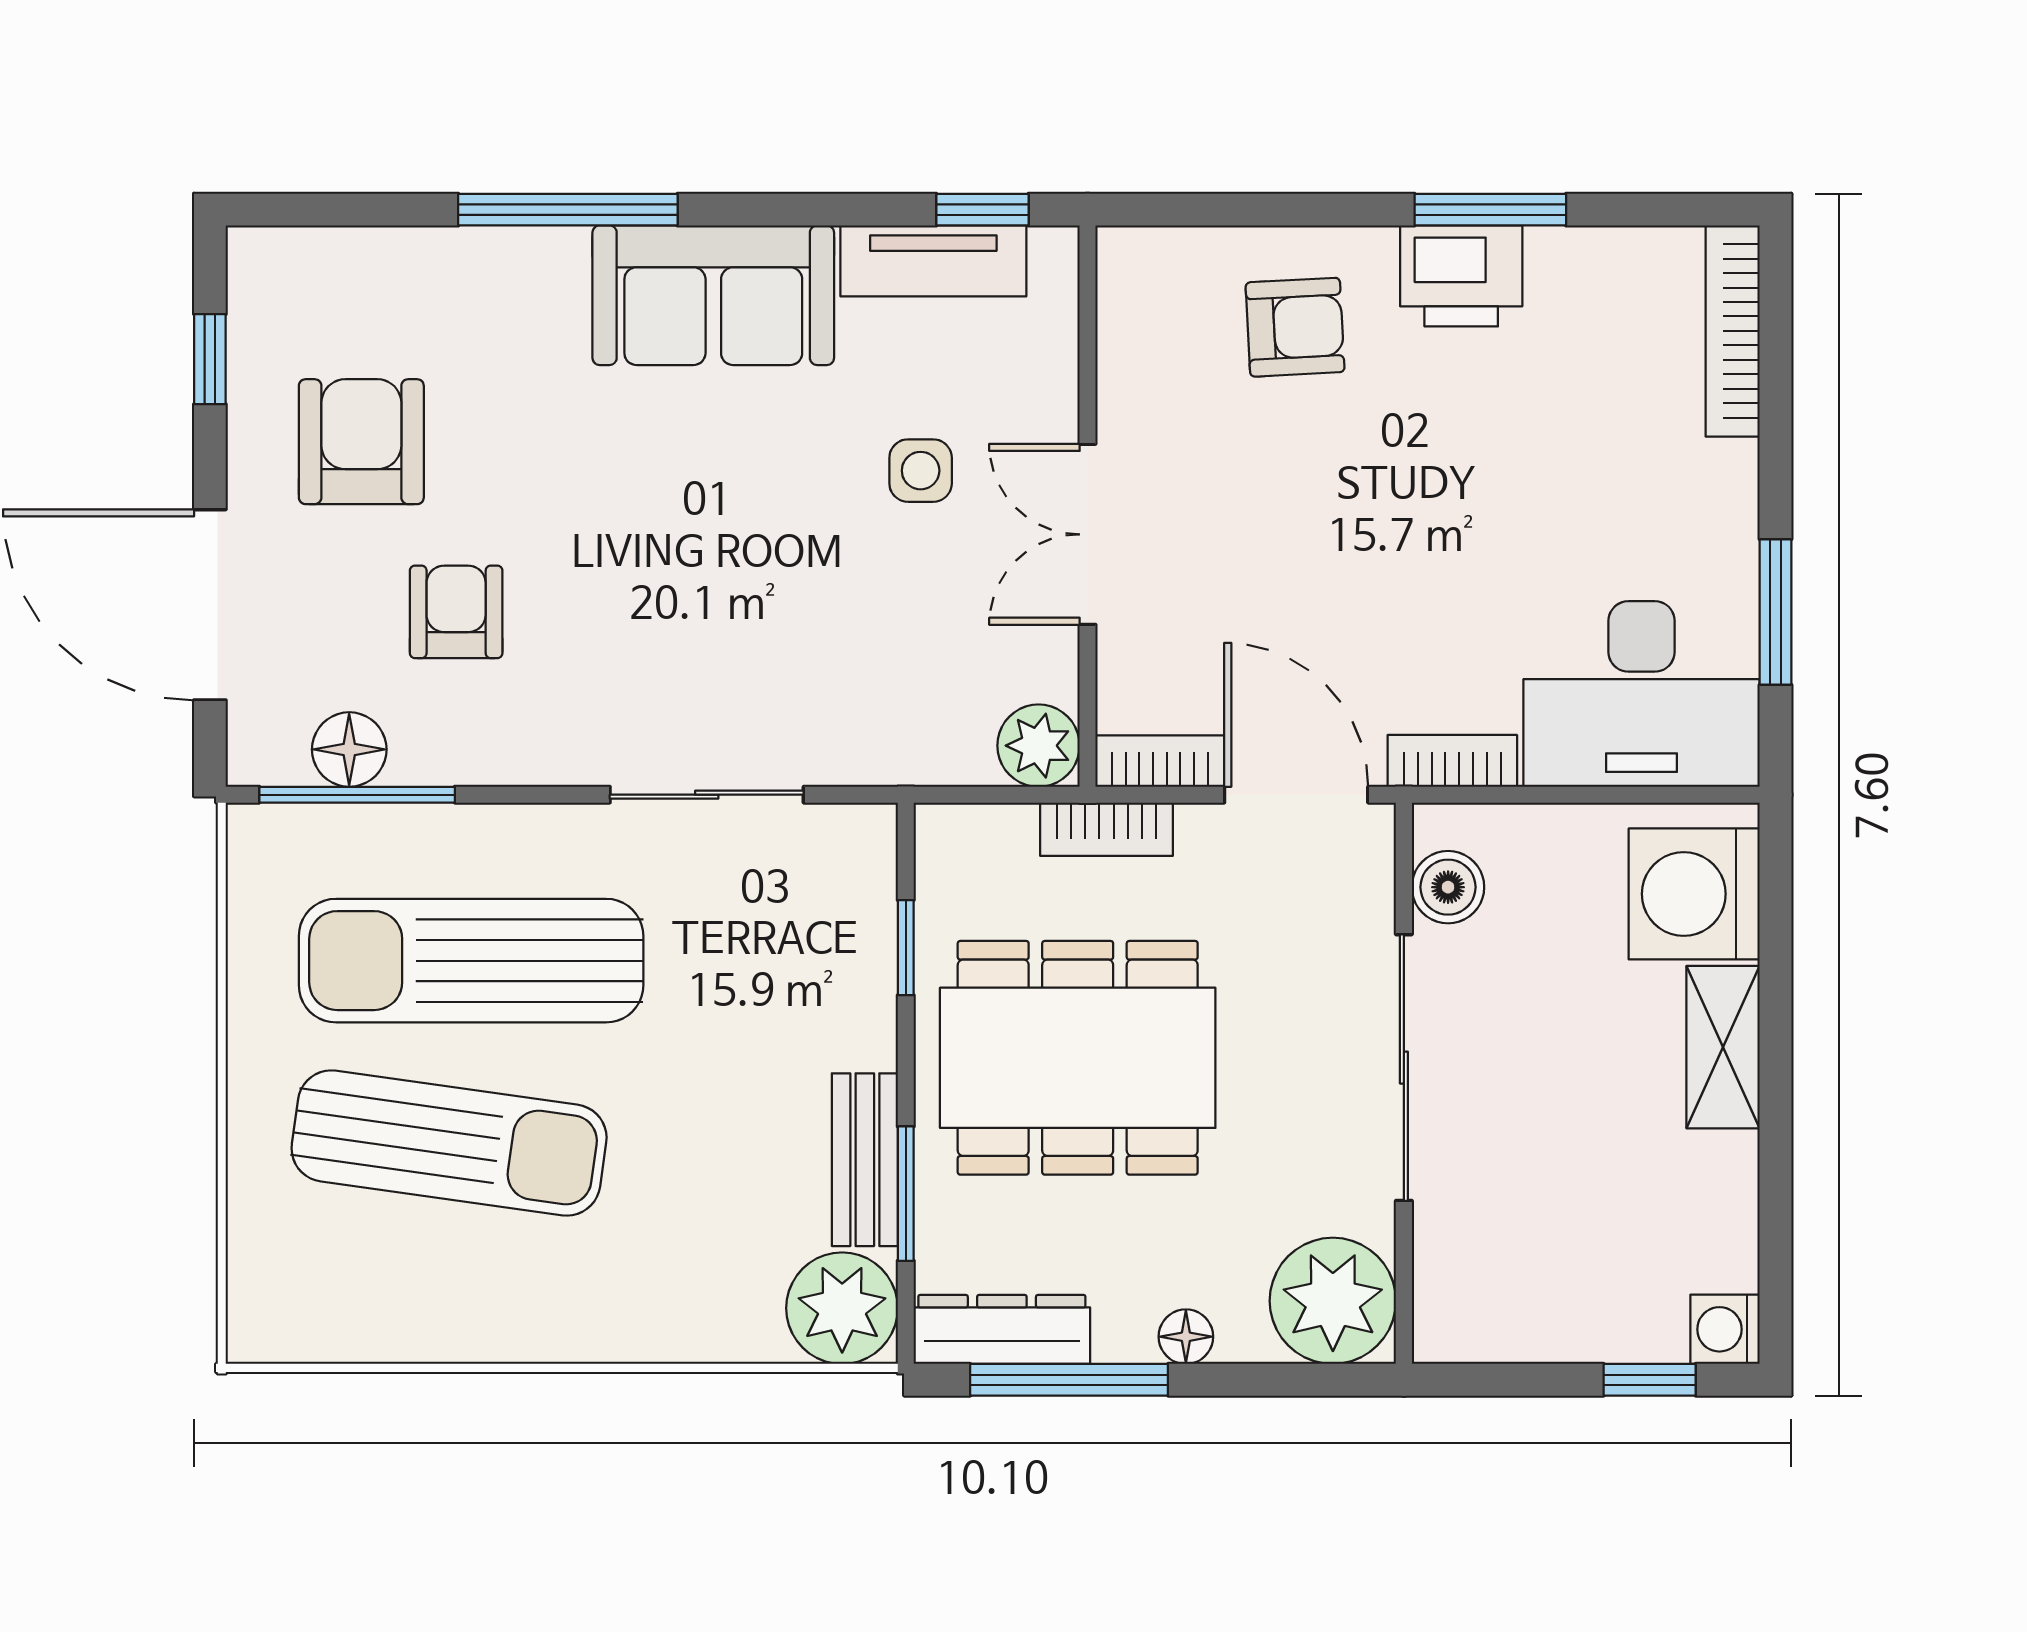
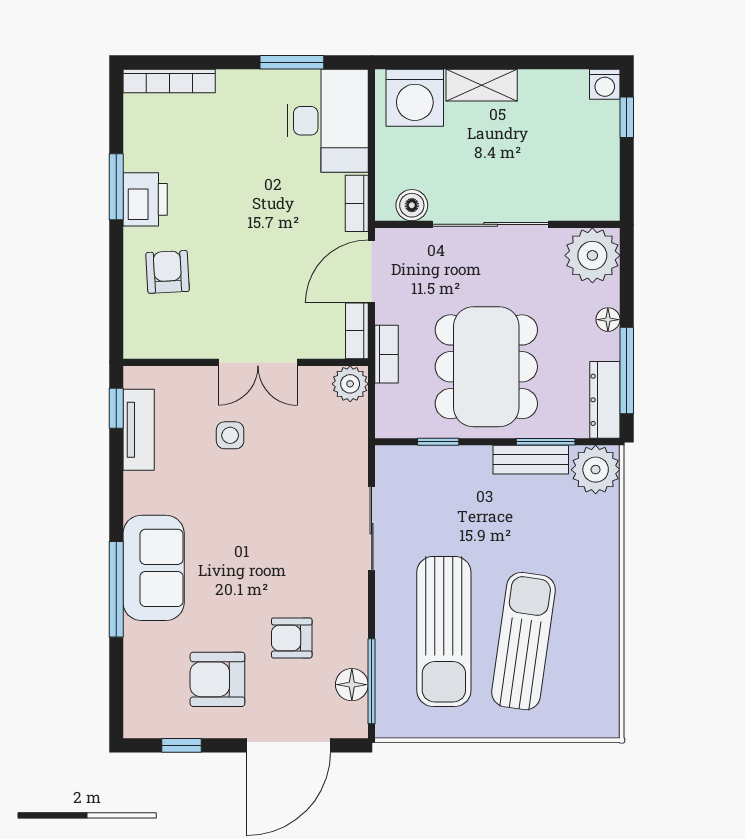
sofa: (713, 295) -> (154, 568), moved

